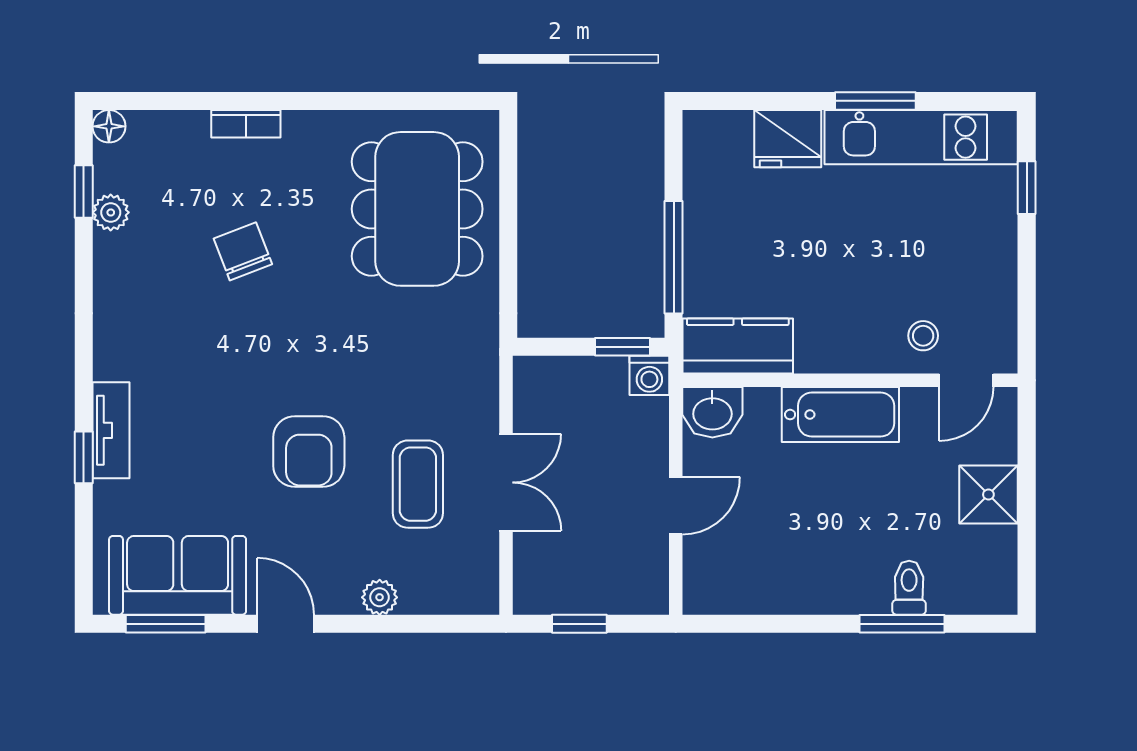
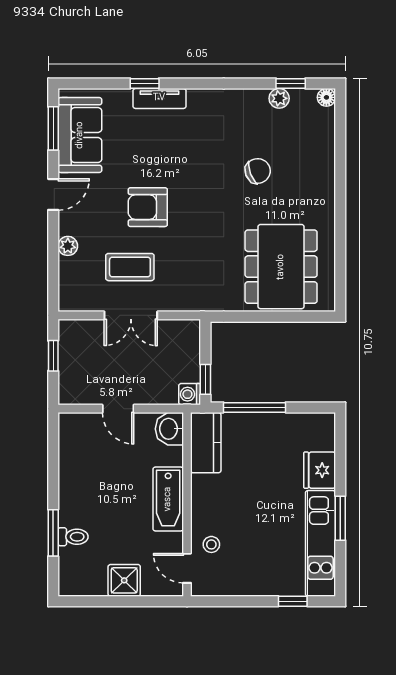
bookcase: (246, 124) -> (328, 173), removed
dining table: (417, 209) -> (281, 267), turned 90

